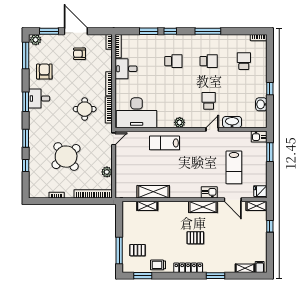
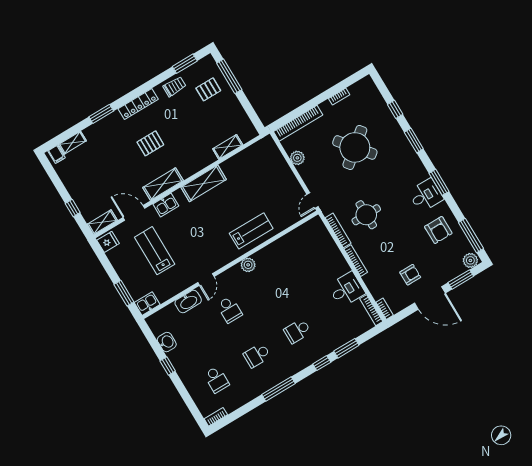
desk: (137, 113) -> (304, 246), removed
shelving: (153, 192) -> (204, 183), moved

